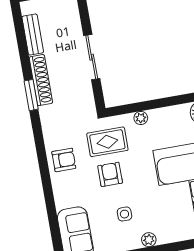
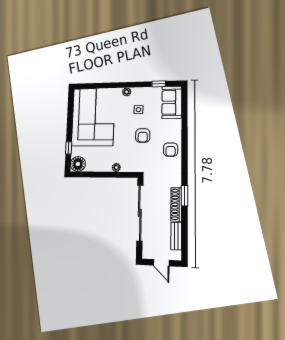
sliding door: (92, 57) -> (140, 213), width x1.86
rug: (107, 142) -> (140, 156), removed
armchair: (64, 160) -> (171, 150), turned -90

